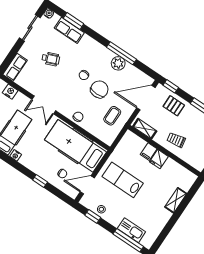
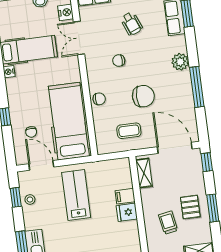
plant: (118, 63) -> (180, 62), moved
chair: (84, 75) -> (119, 61), moved
double door: (44, 105) -> (79, 38), moved
pallet: (174, 106) -> (190, 207), moved
trolley: (176, 140) -> (168, 223), moved

